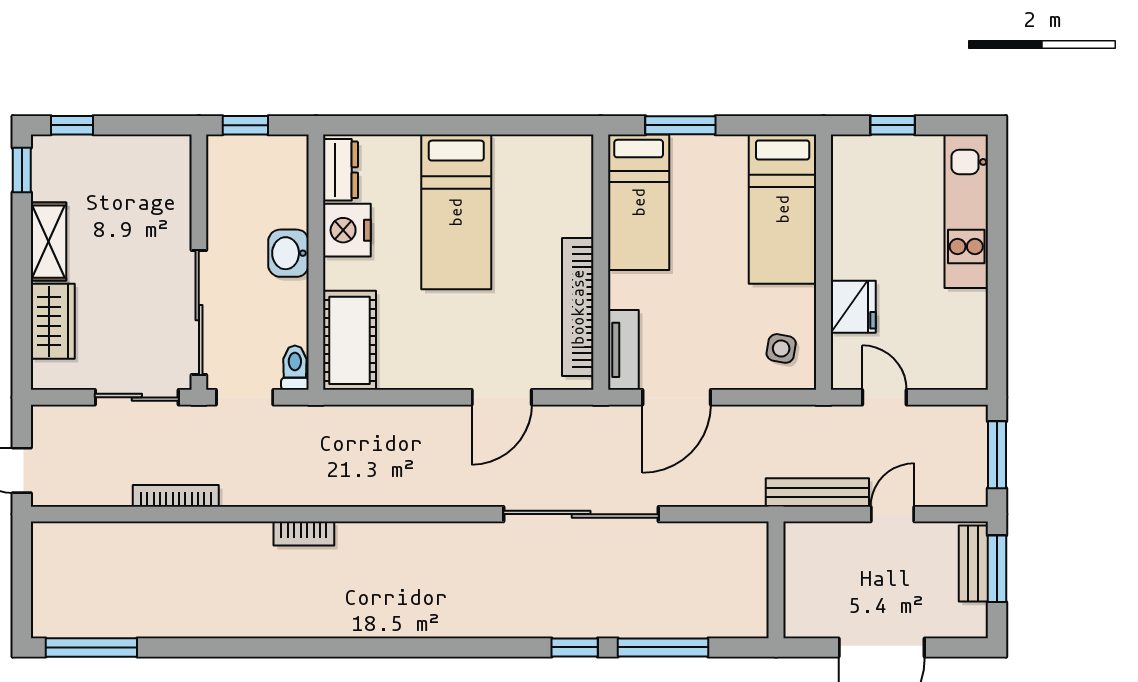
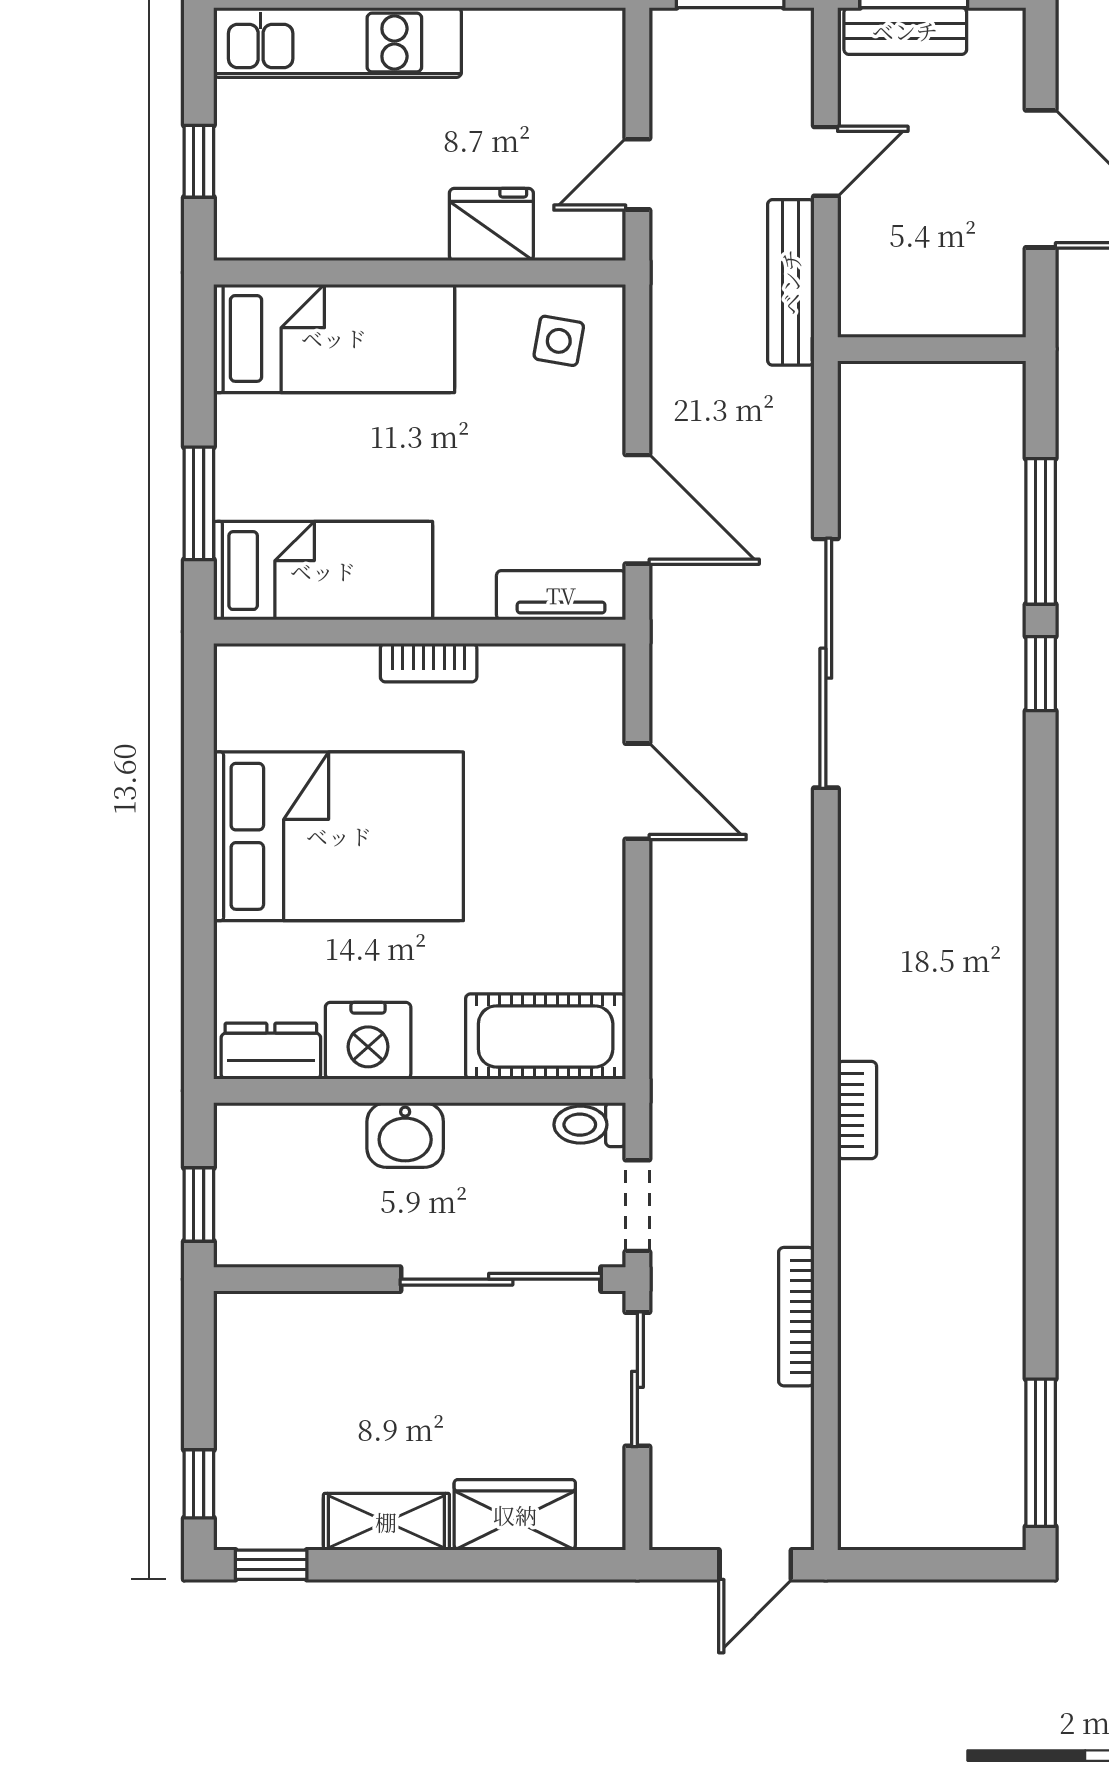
bed: (456, 212) -> (339, 836), width x1.50
bookcase: (578, 307) -> (429, 663), width x0.43, depth x0.76
door: (892, 514) -> (826, 161), swing flipped

